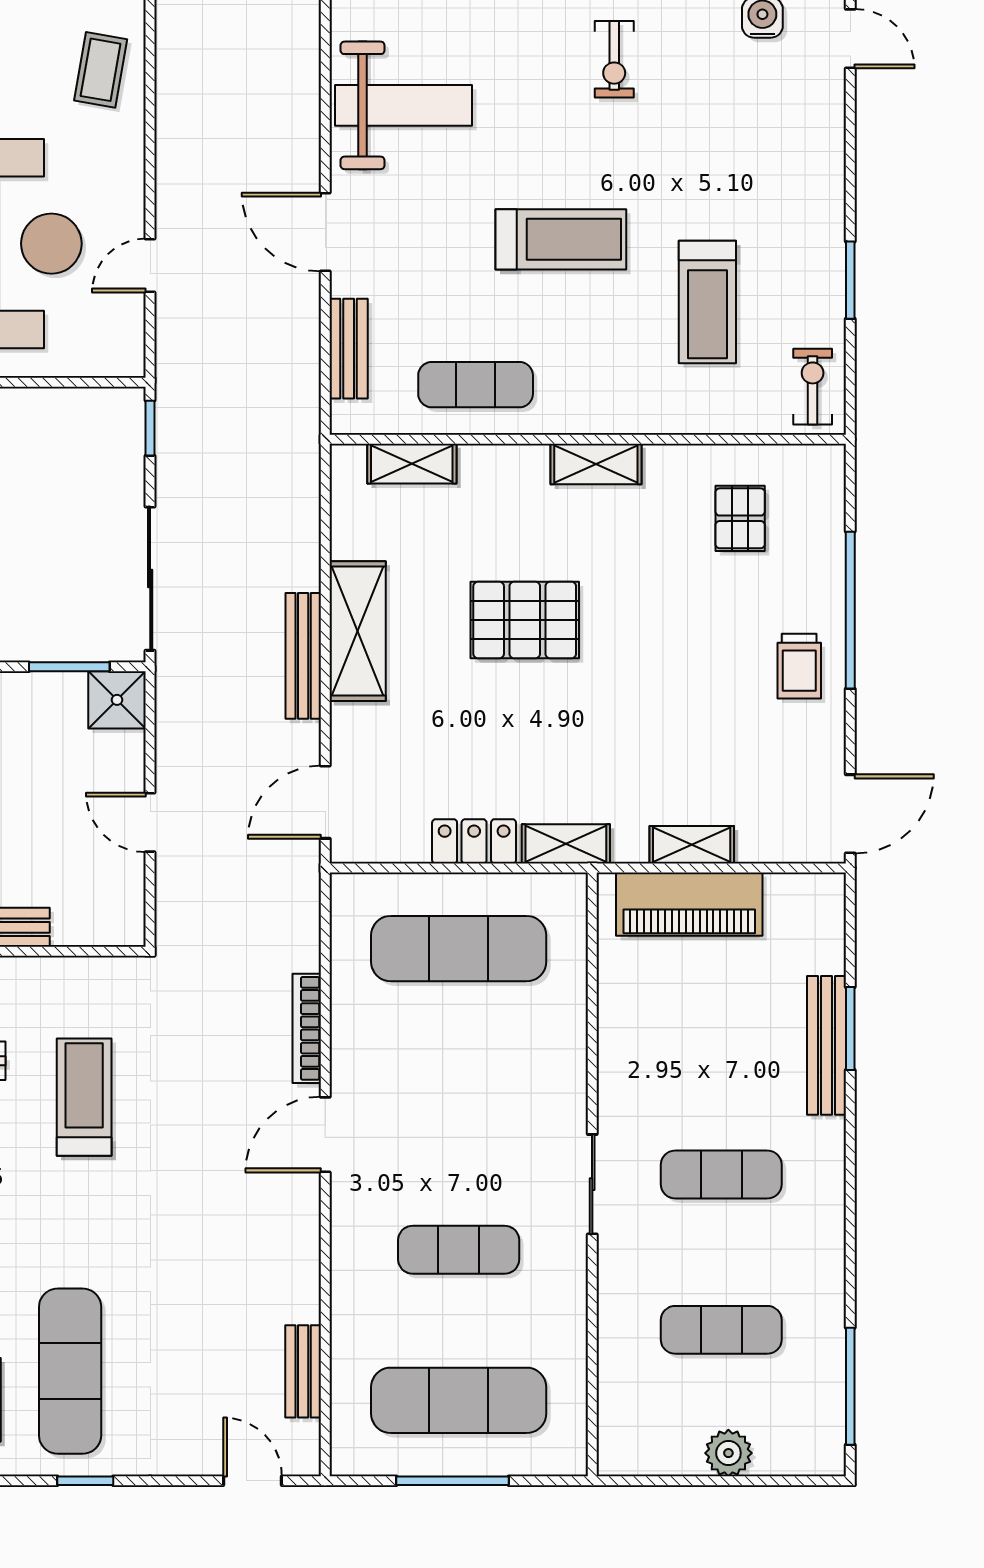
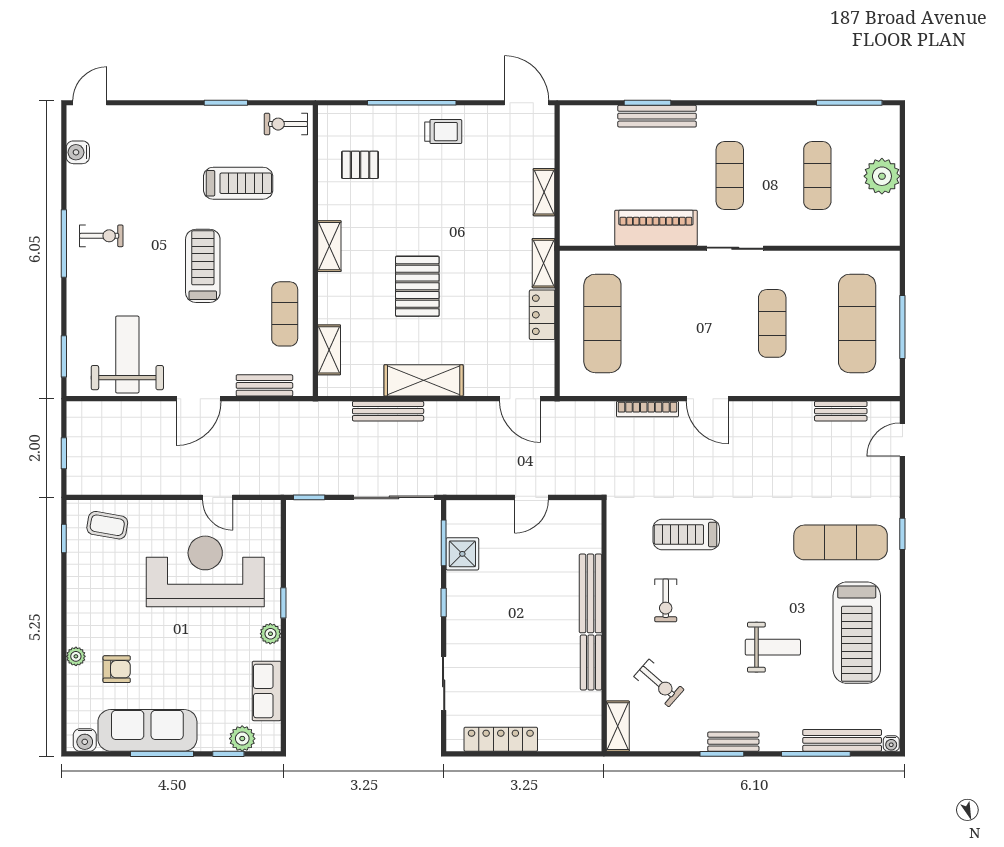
bench: (303, 656) -> (388, 411), moved
shower: (117, 700) -> (462, 554), moved
piano: (689, 904) -> (656, 228), moved, turned -90
plant: (728, 1453) -> (882, 176), width x1.36, depth x1.36

